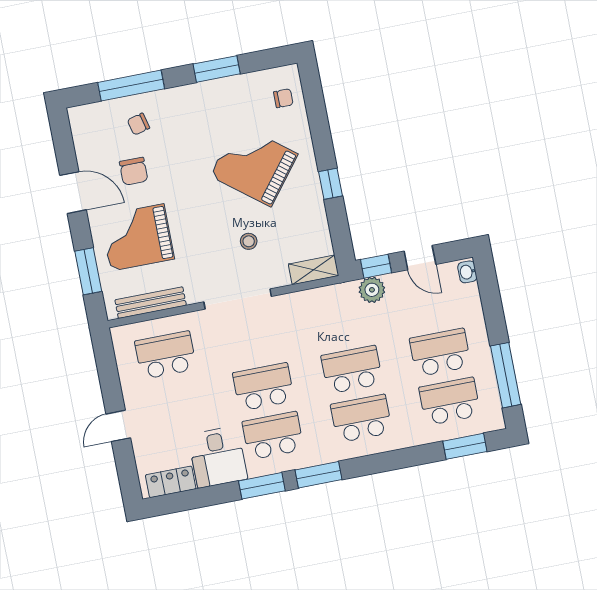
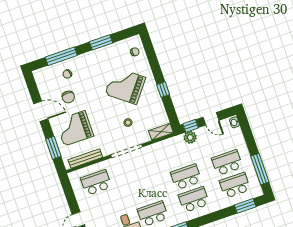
school desk: (263, 387) -> (145, 191), removed

